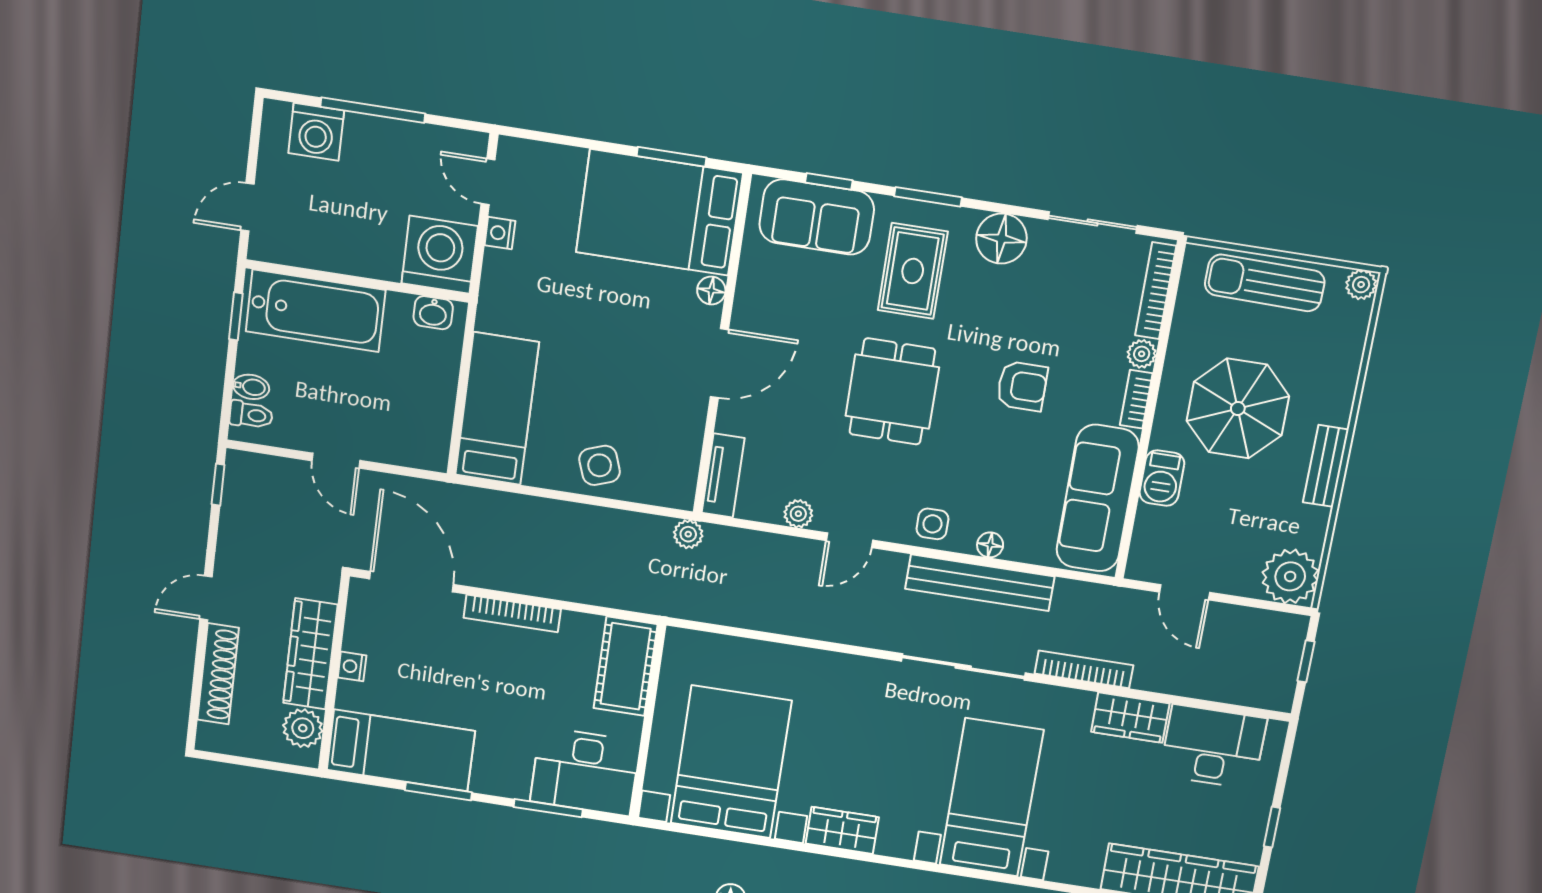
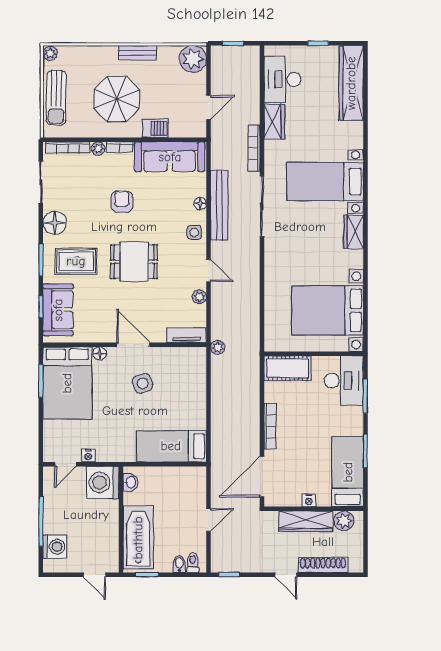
side table: (600, 465) -> (143, 383), moved
wardrobe: (842, 830) -> (354, 232), moved

